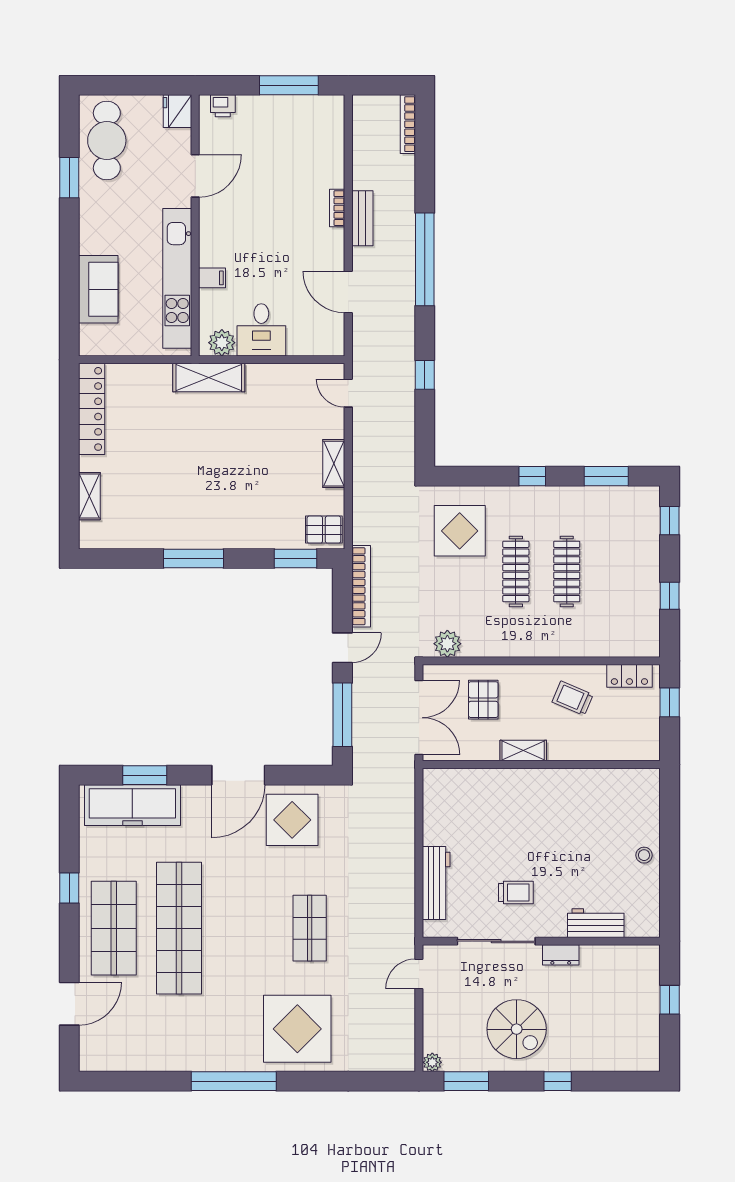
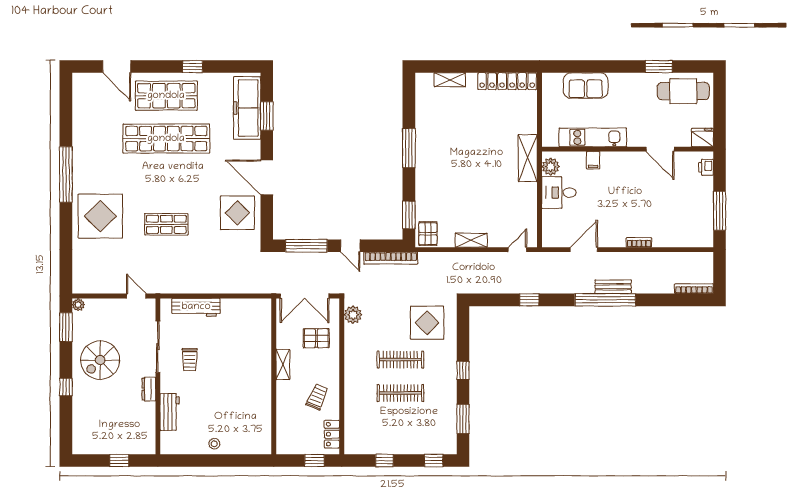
bench: (362, 218) -> (613, 287), moved
kitchen unit: (177, 278) -> (593, 137), width x0.73

